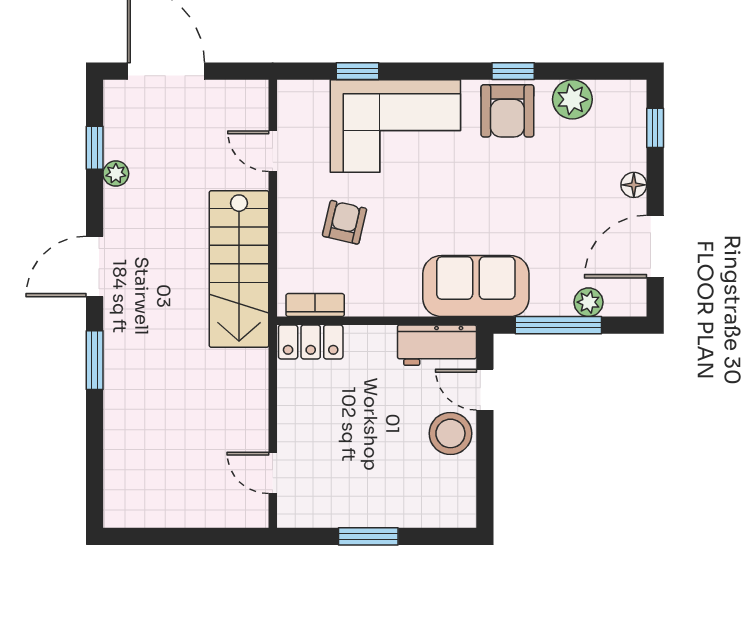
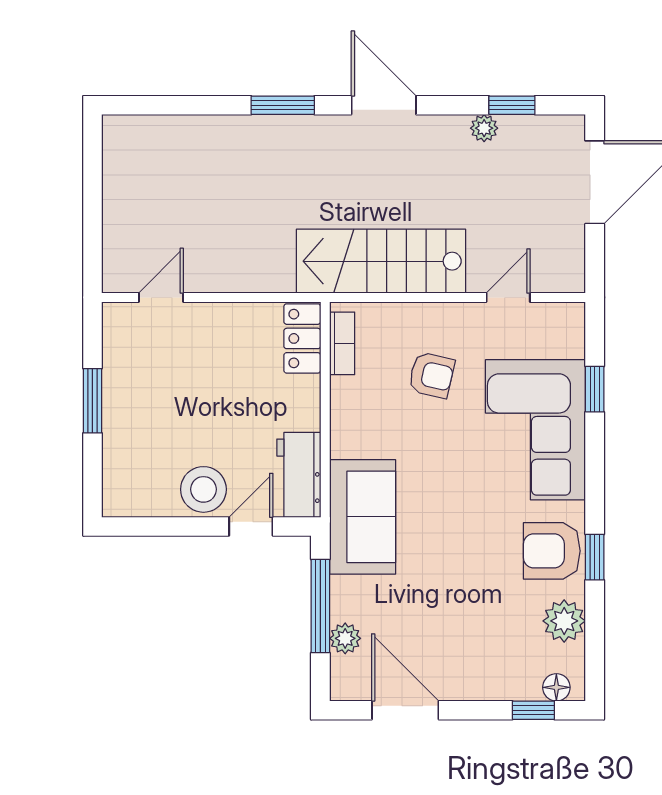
floor lamp: (634, 185) -> (556, 687), moved

